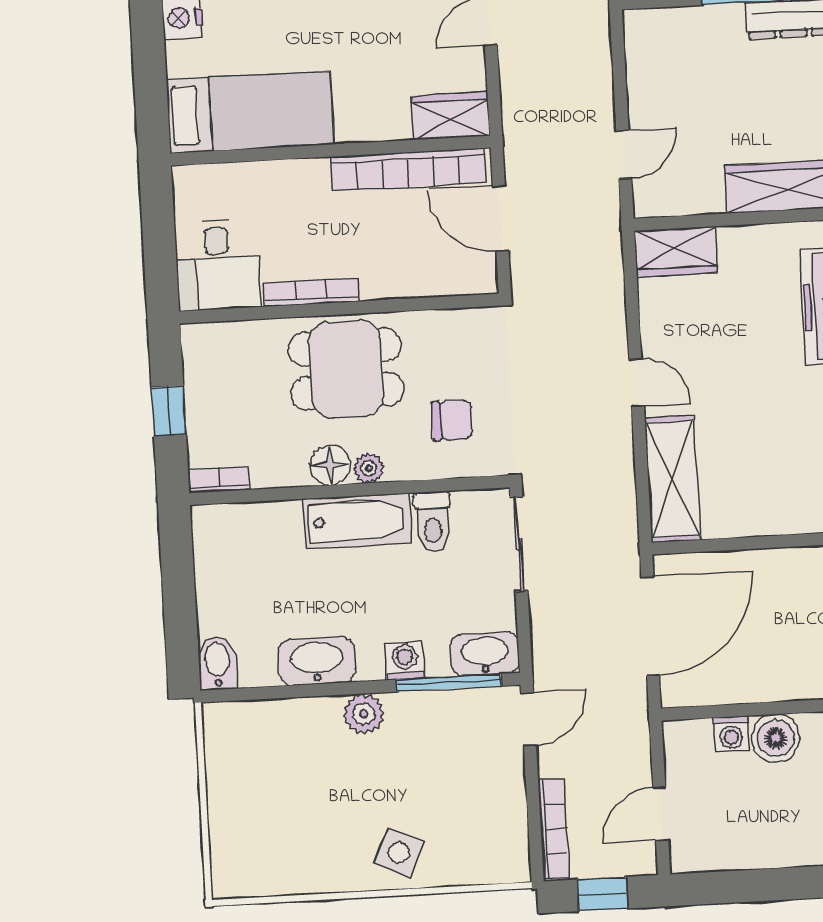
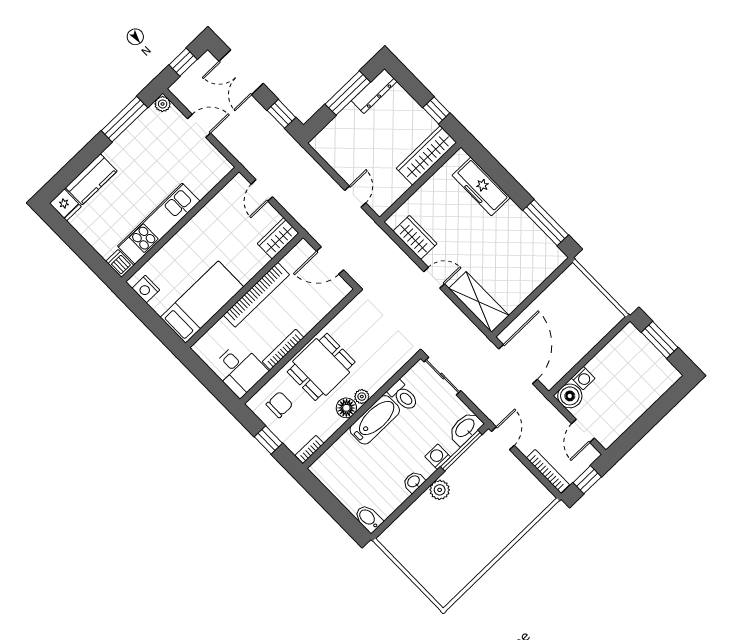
bookcase: (408, 170) -> (256, 295), moved
wardrobe: (675, 252) -> (415, 237), moved, turned -90
chair: (452, 420) -> (279, 405), moved
washbasin: (317, 661) -> (414, 482), width x0.52, depth x0.69
boiler: (776, 738) -> (570, 396), moved
side table: (399, 853) -> (498, 530), removed

